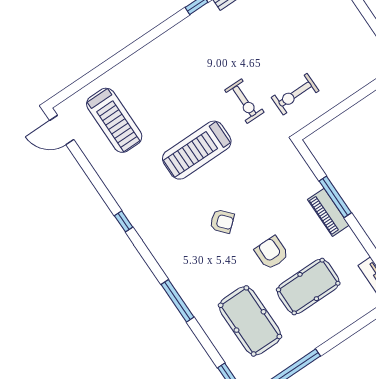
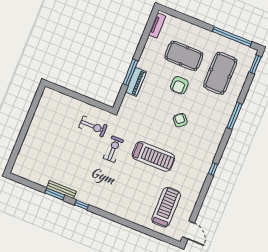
piano: (328, 212) -> (136, 82), moved

